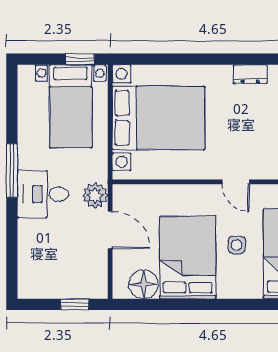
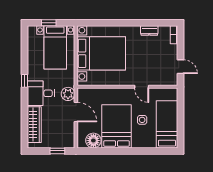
window: (80, 59) -> (49, 23), moved
window: (12, 170) -> (24, 81), width x0.46
wardrobe: (31, 254) -> (34, 125), added

